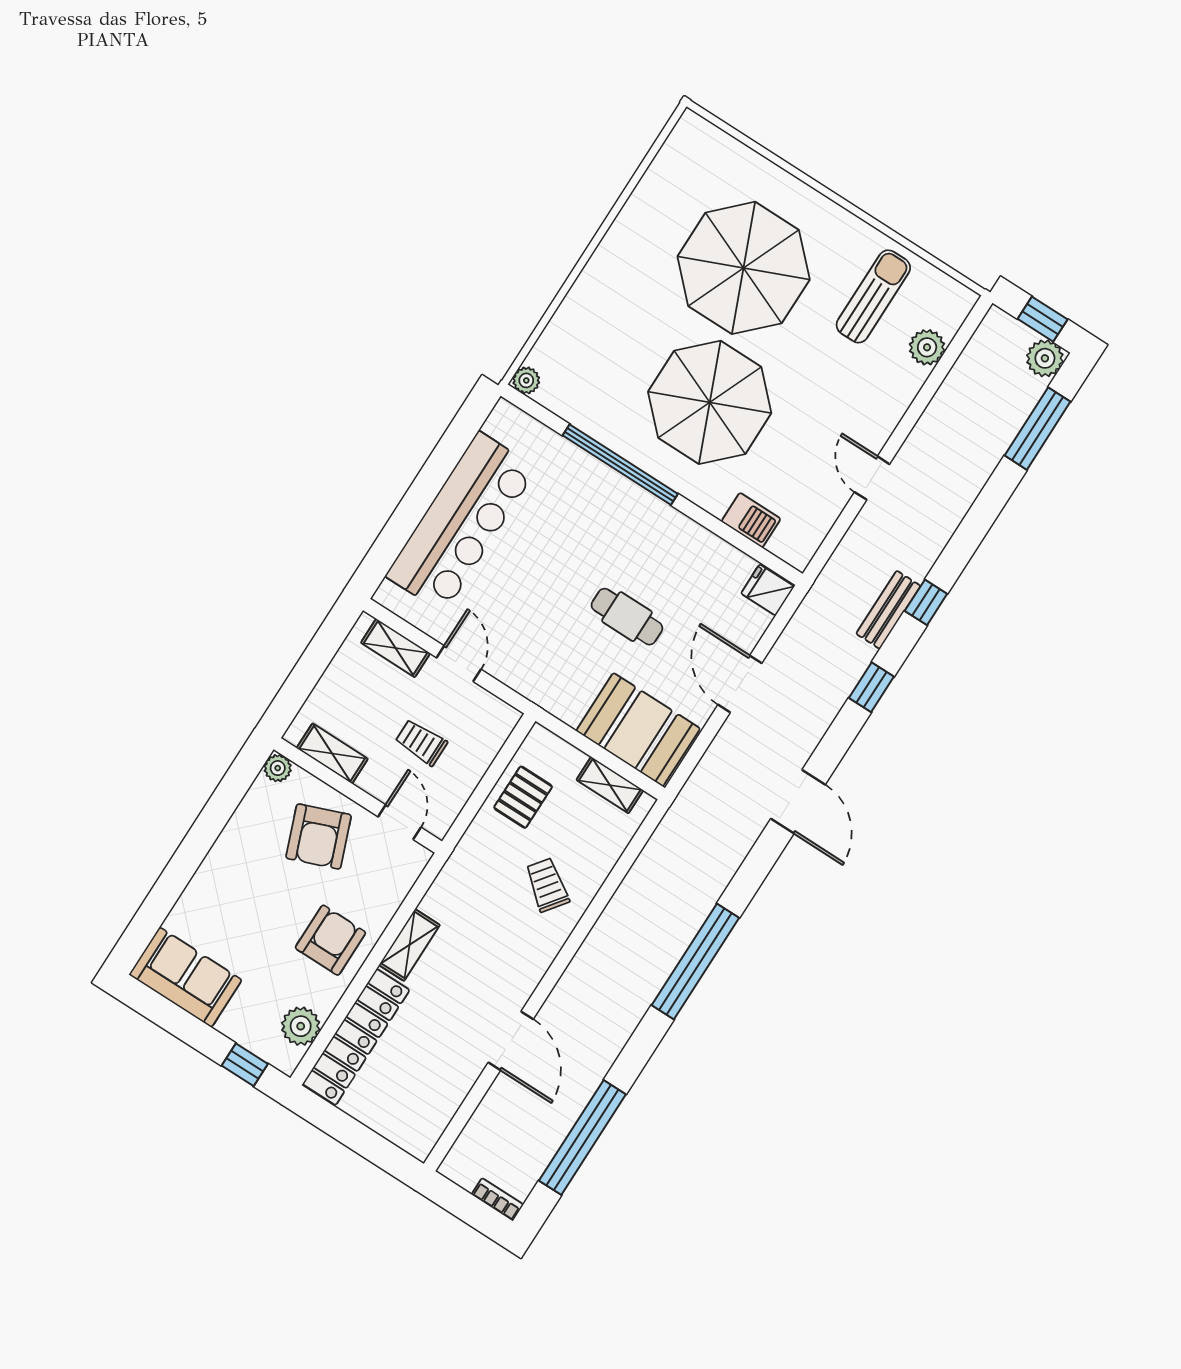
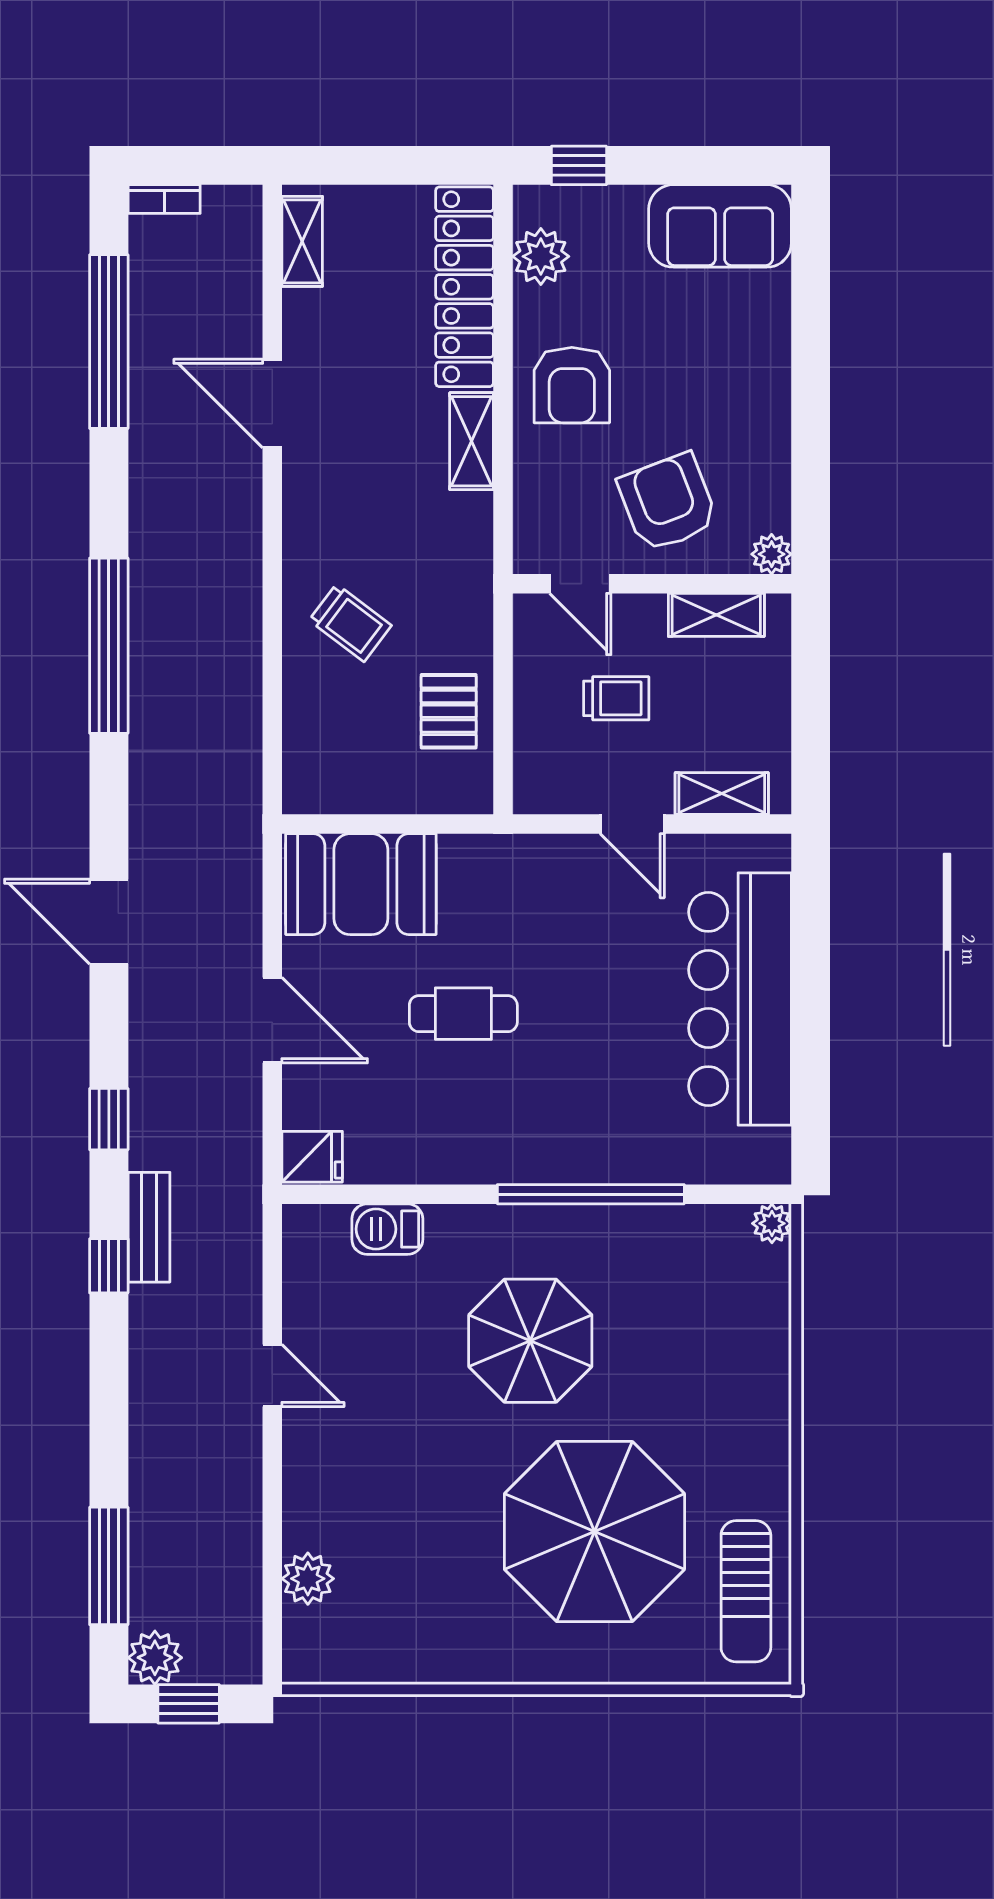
sun lounger: (873, 296) -> (746, 1591), moved
parasol: (710, 402) -> (530, 1341), width x0.73, depth x0.73
shelving: (610, 785) -> (302, 241), moved, turned 90

